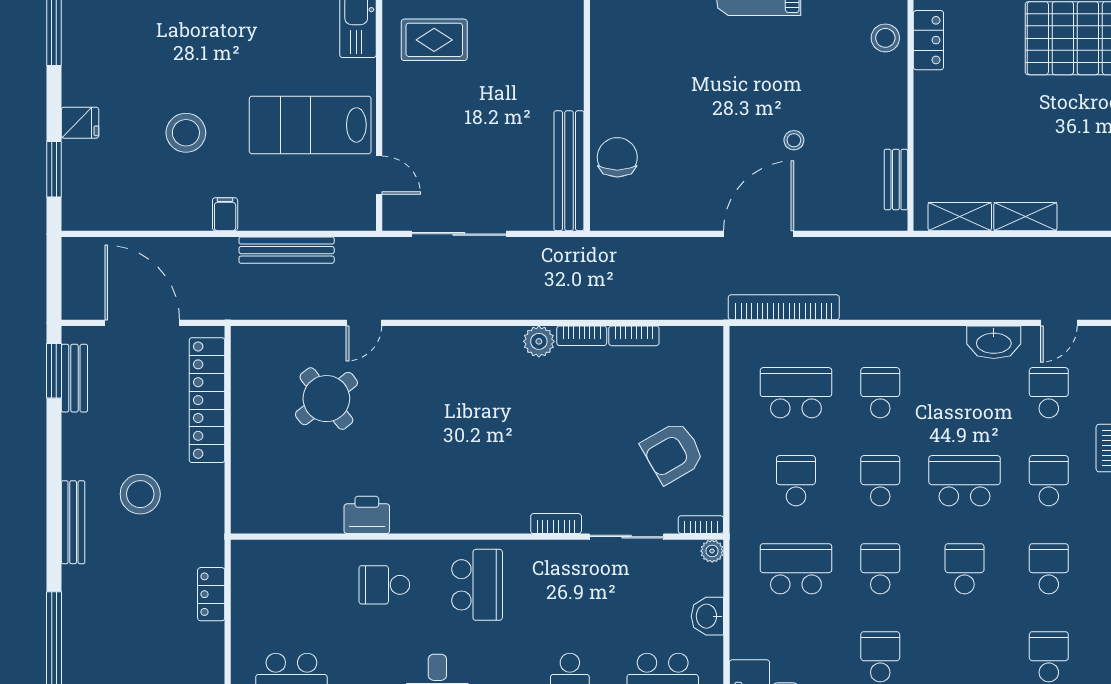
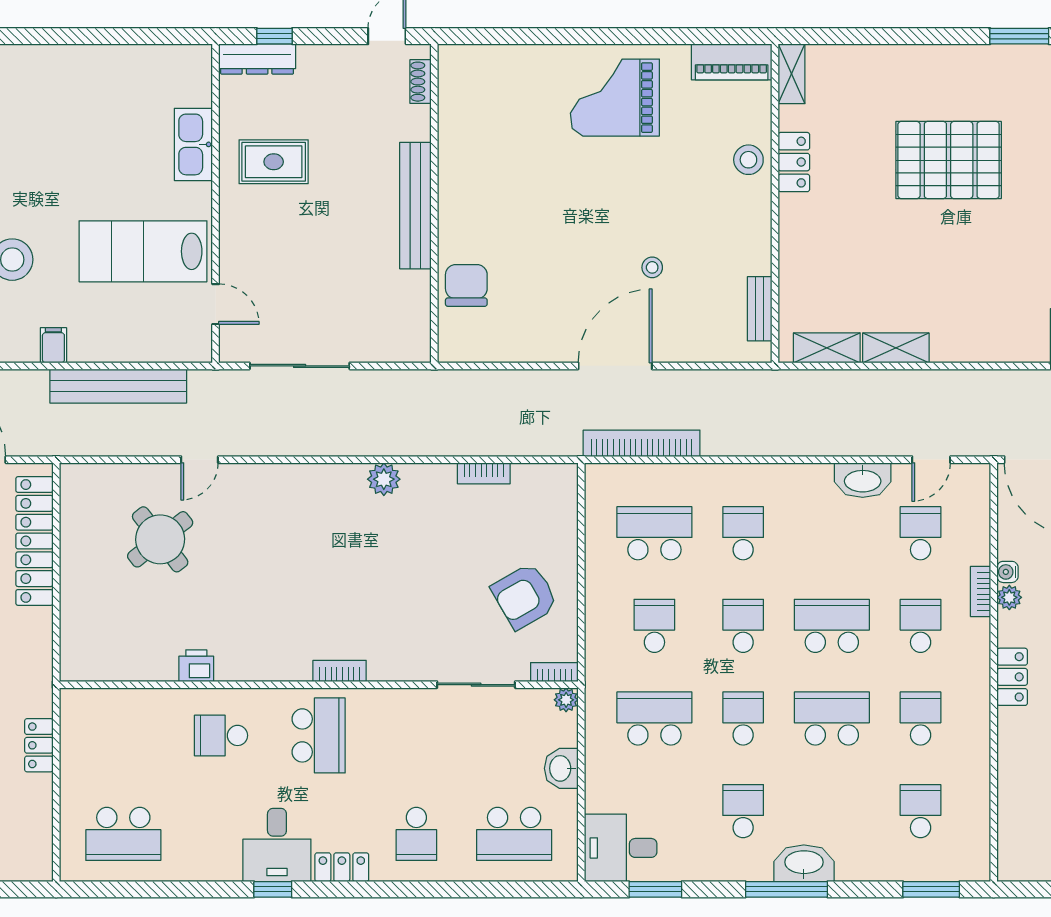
bench: (569, 171) -> (415, 206), moved
bench: (287, 250) -> (118, 386), width x1.37, depth x1.21
bookcase: (582, 336) -> (429, 473), removed
printer: (367, 515) -> (196, 666), width x0.73, depth x0.81
bookcase: (556, 524) -> (340, 671), moved
school desk: (965, 569) -> (832, 719), width x1.85

